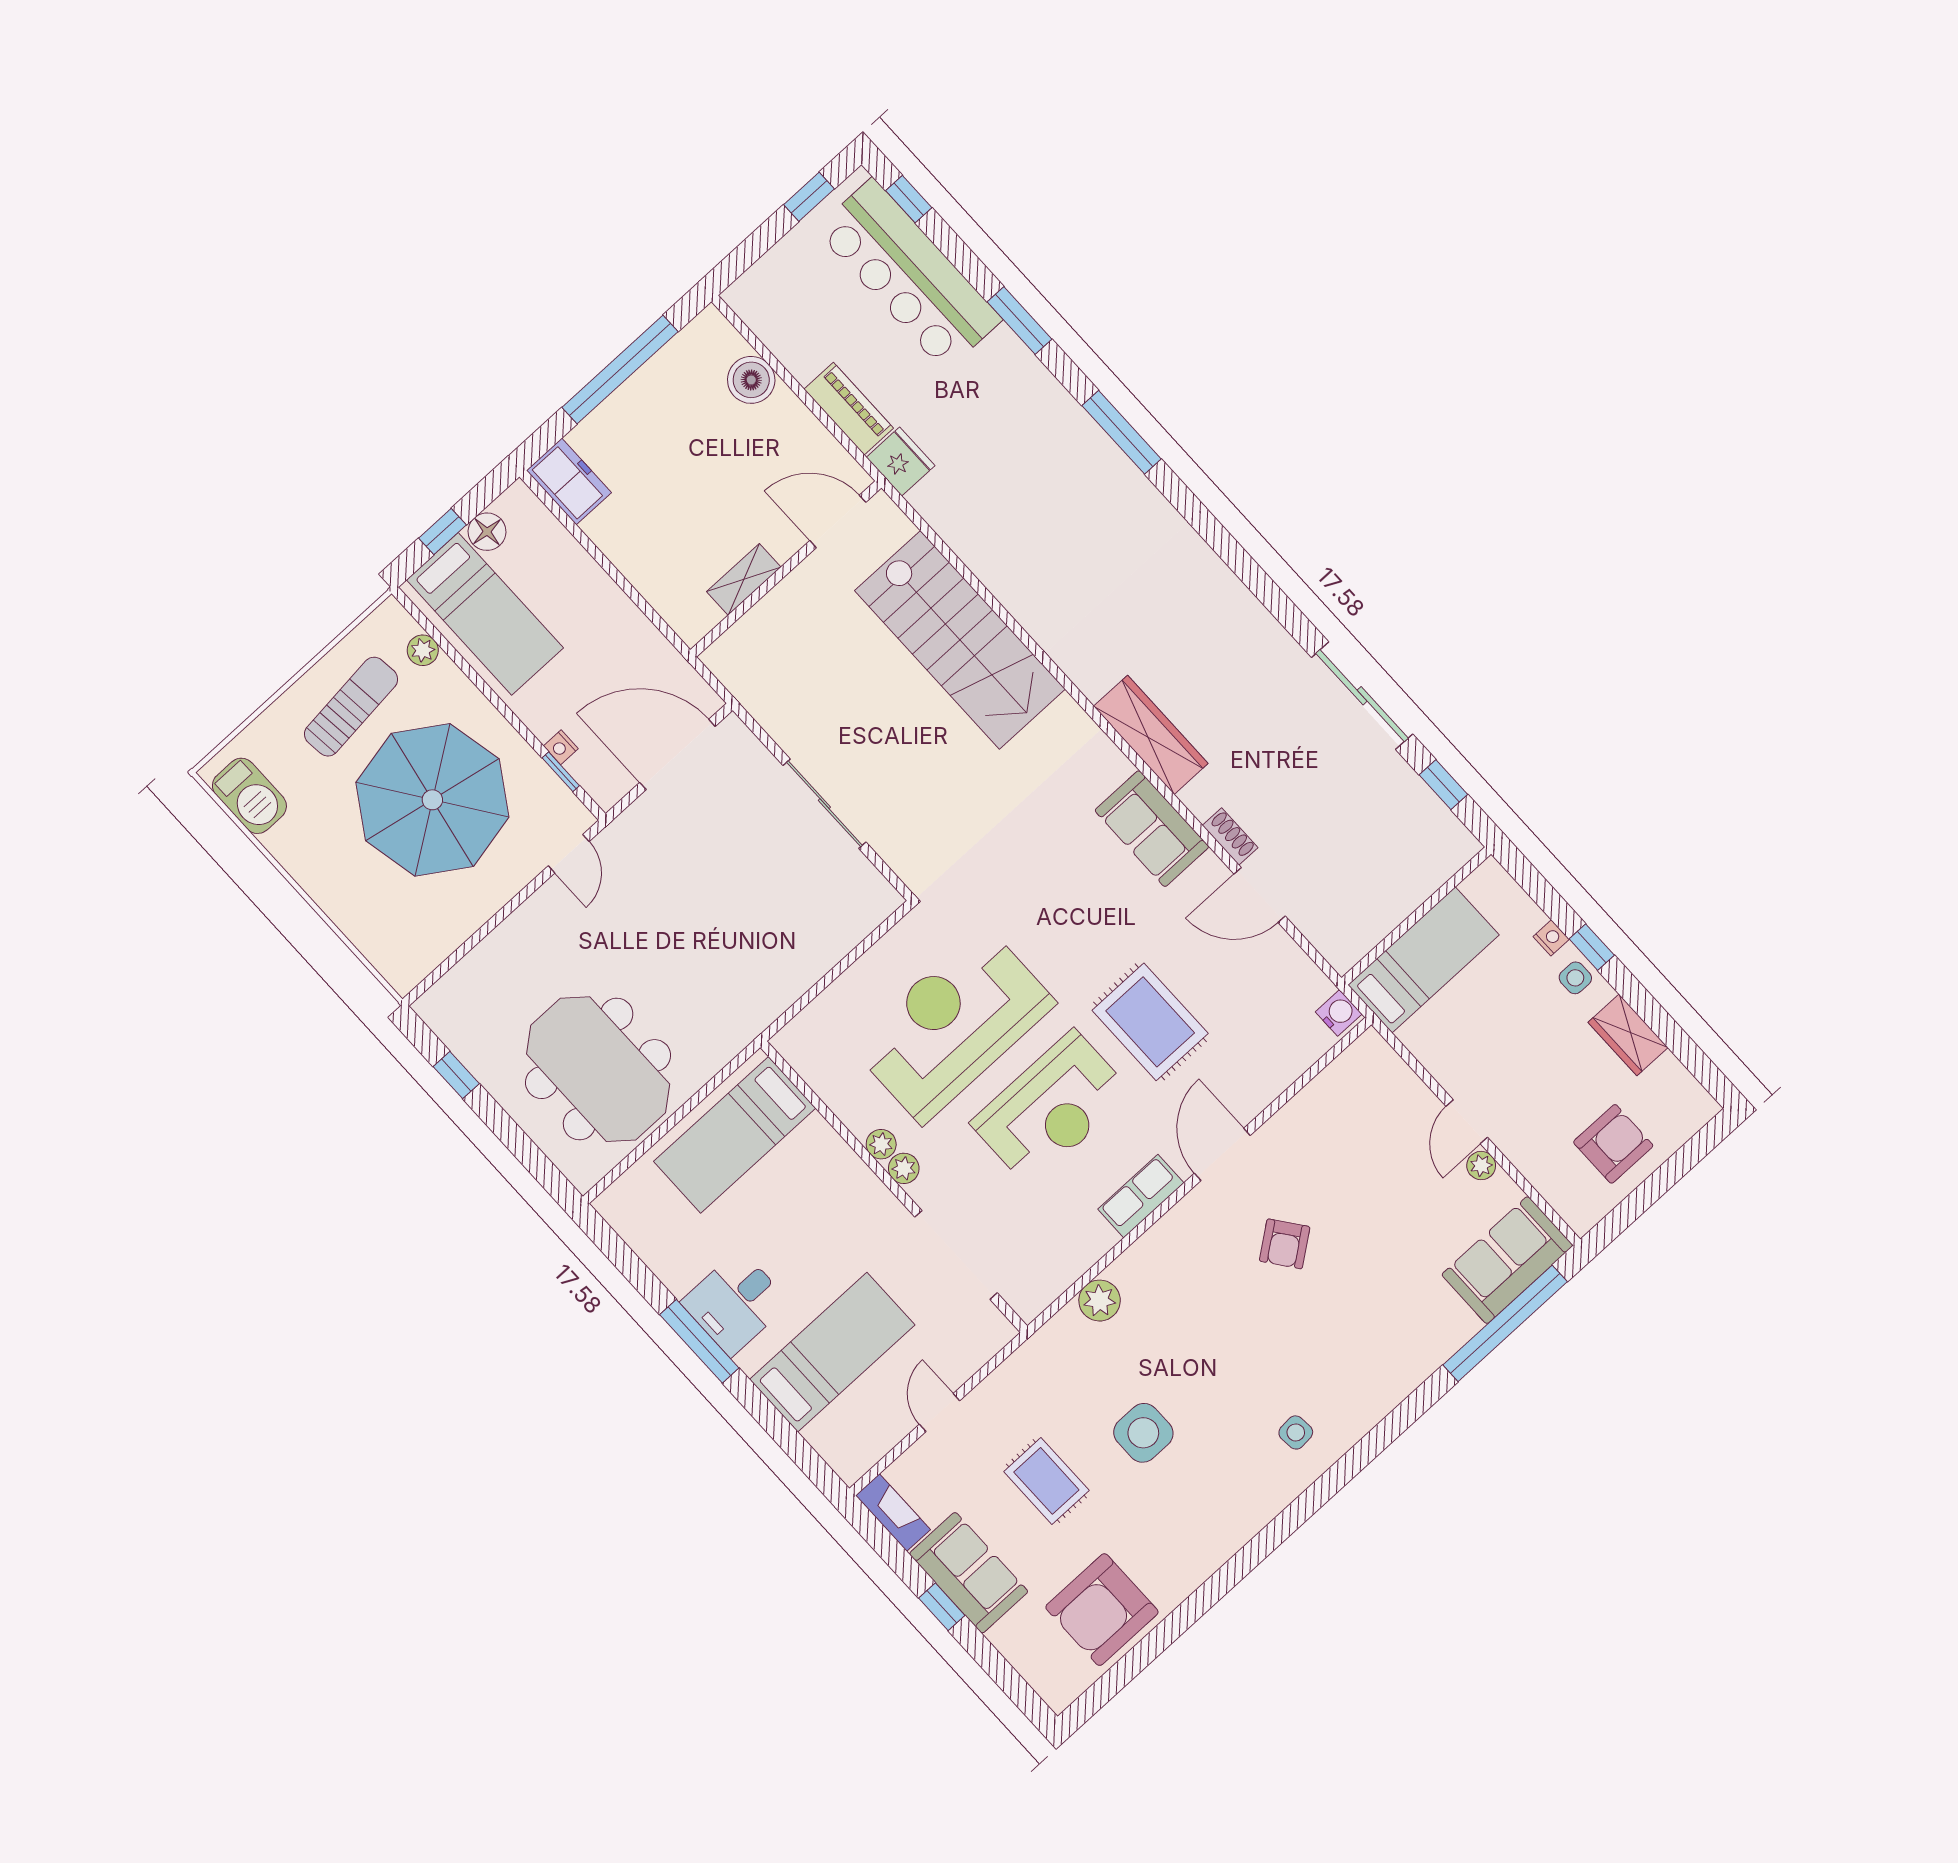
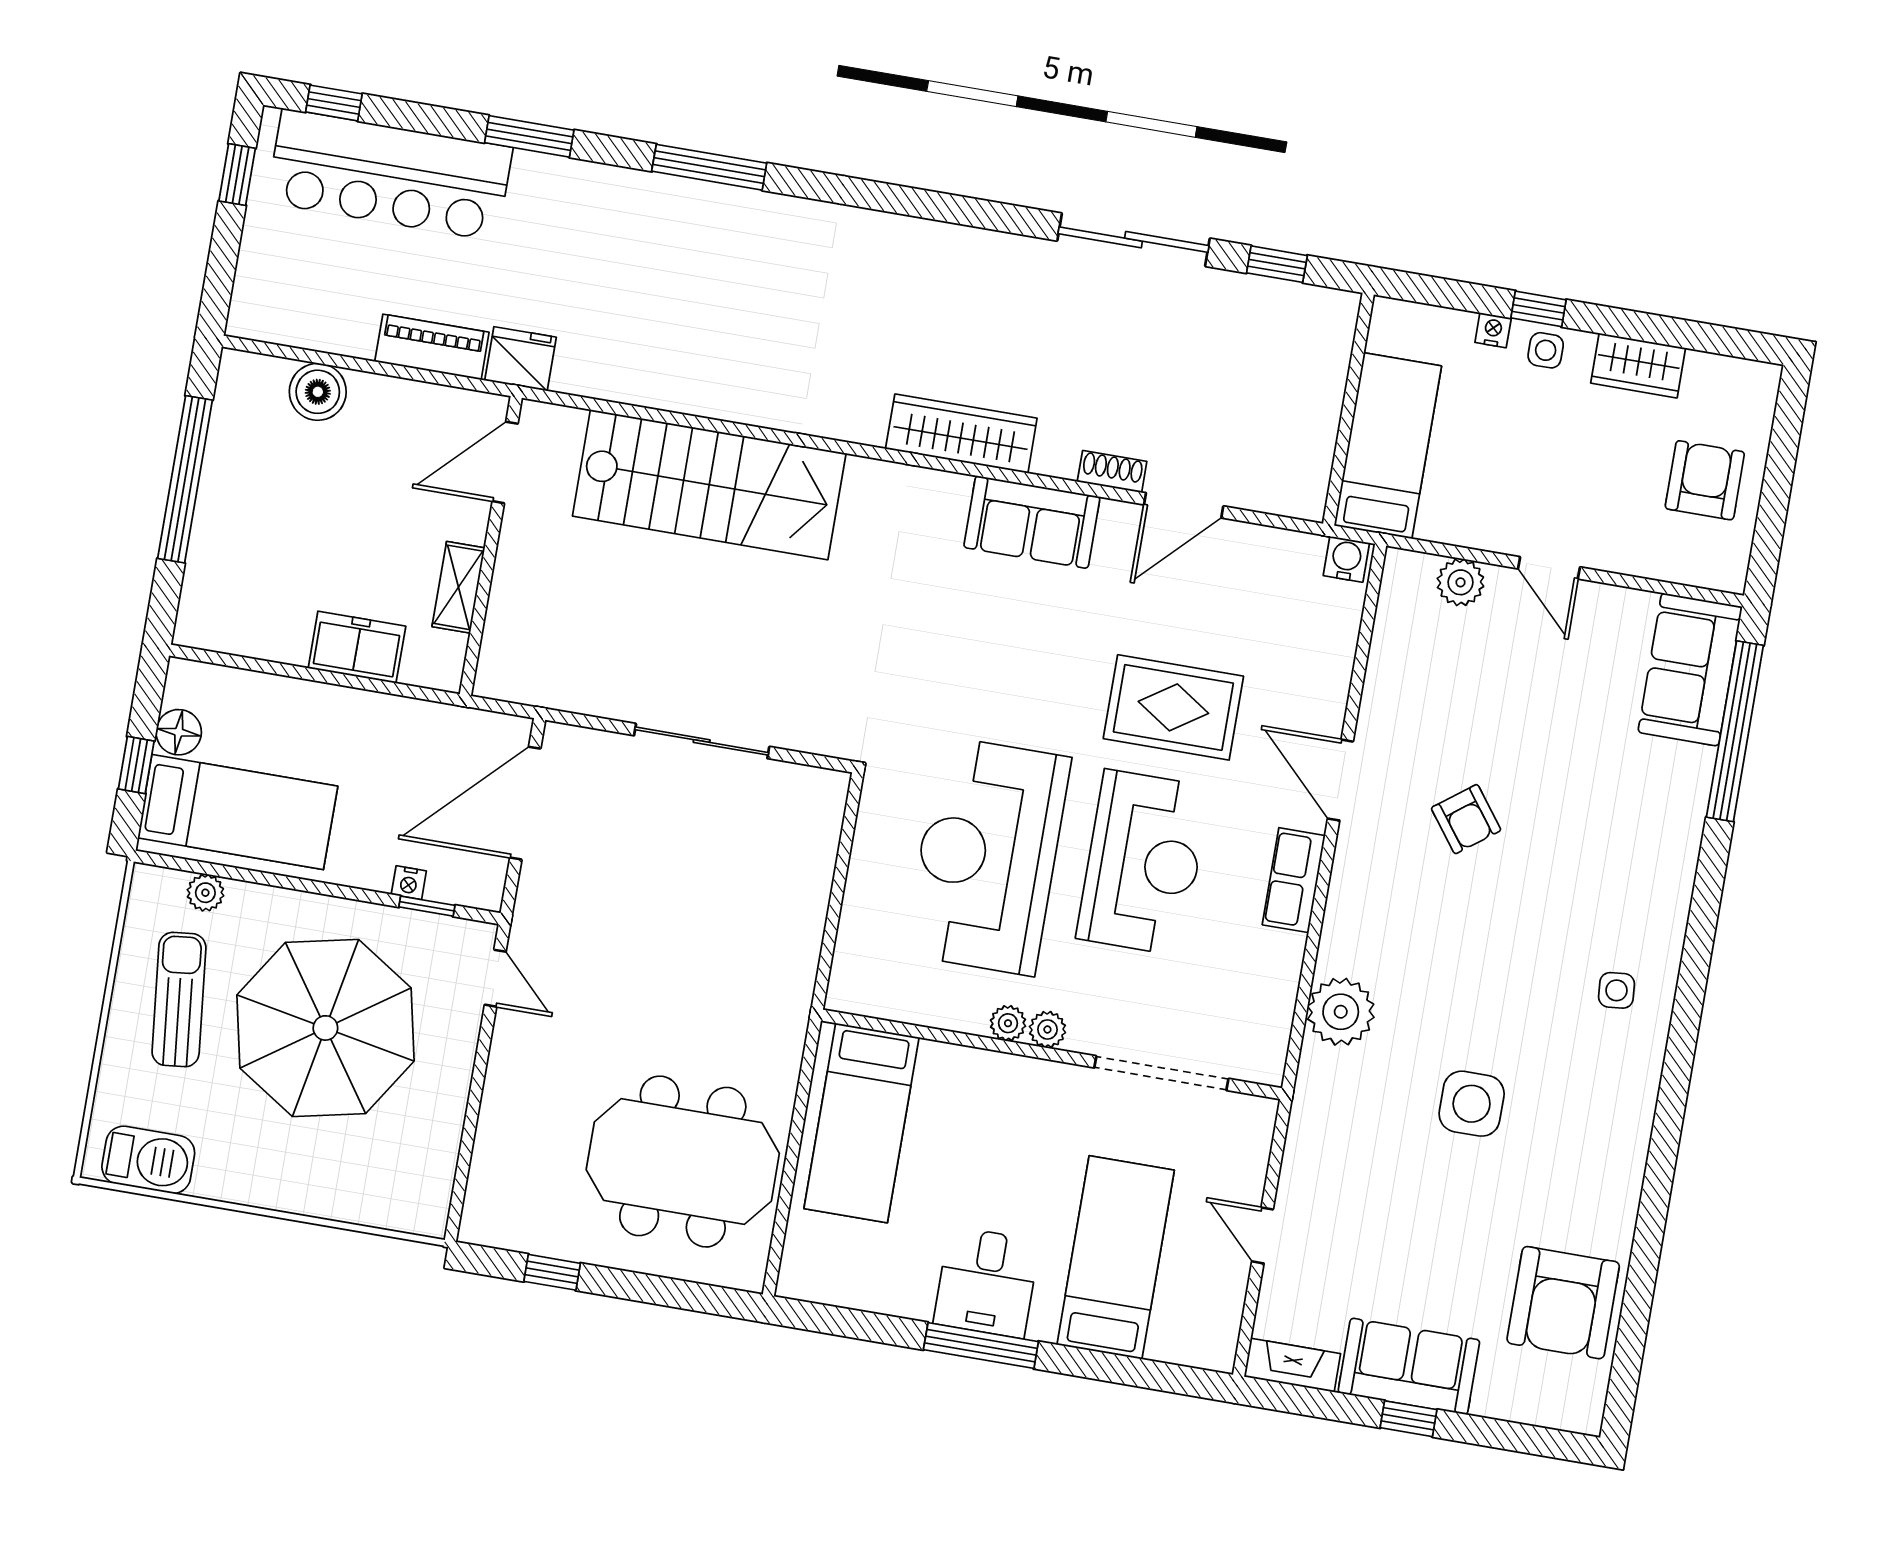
freezer: (569, 481) -> (357, 647), moved
plant: (1481, 1166) -> (1460, 582), moved, width x1.38, depth x1.38
plant: (1100, 1301) -> (1341, 1012), width x1.36, depth x1.36
rug: (1046, 1481) -> (1415, 1221), removed

